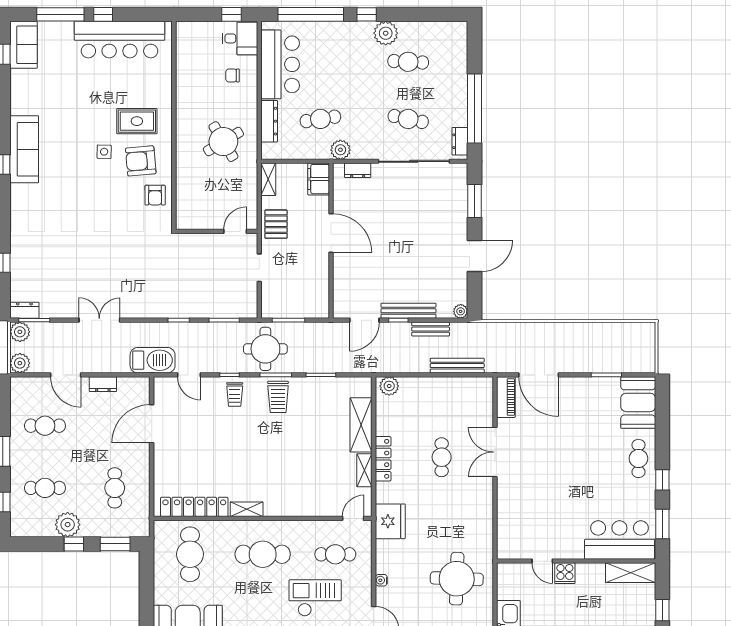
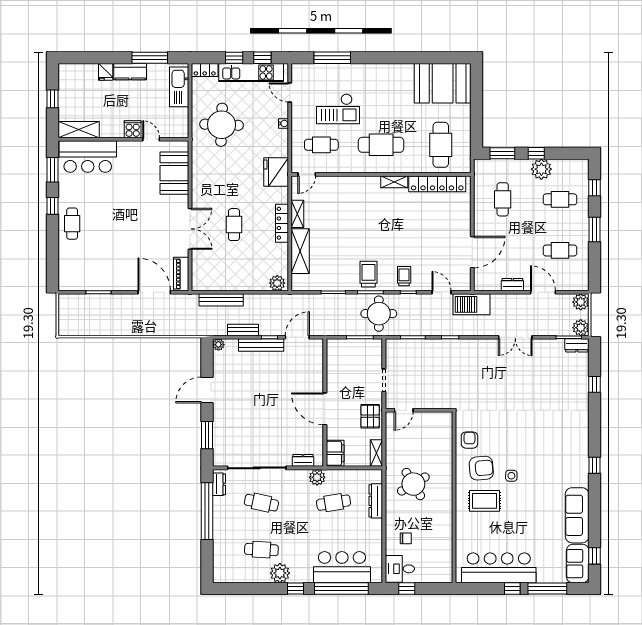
bar counter: (280, 64) -> (342, 567), moved, turned 90
sofa: (24, 149) -> (577, 515), moved
booth: (638, 402) -> (174, 173), moved

